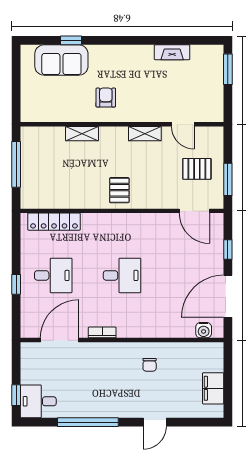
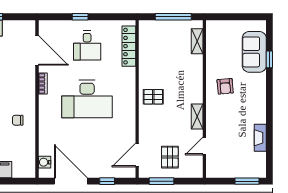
armchair: (106, 98) -> (225, 86), turned 85
shelving: (82, 134) -> (197, 41), moved
desk: (122, 275) -> (87, 99), width x1.87, depth x1.30

